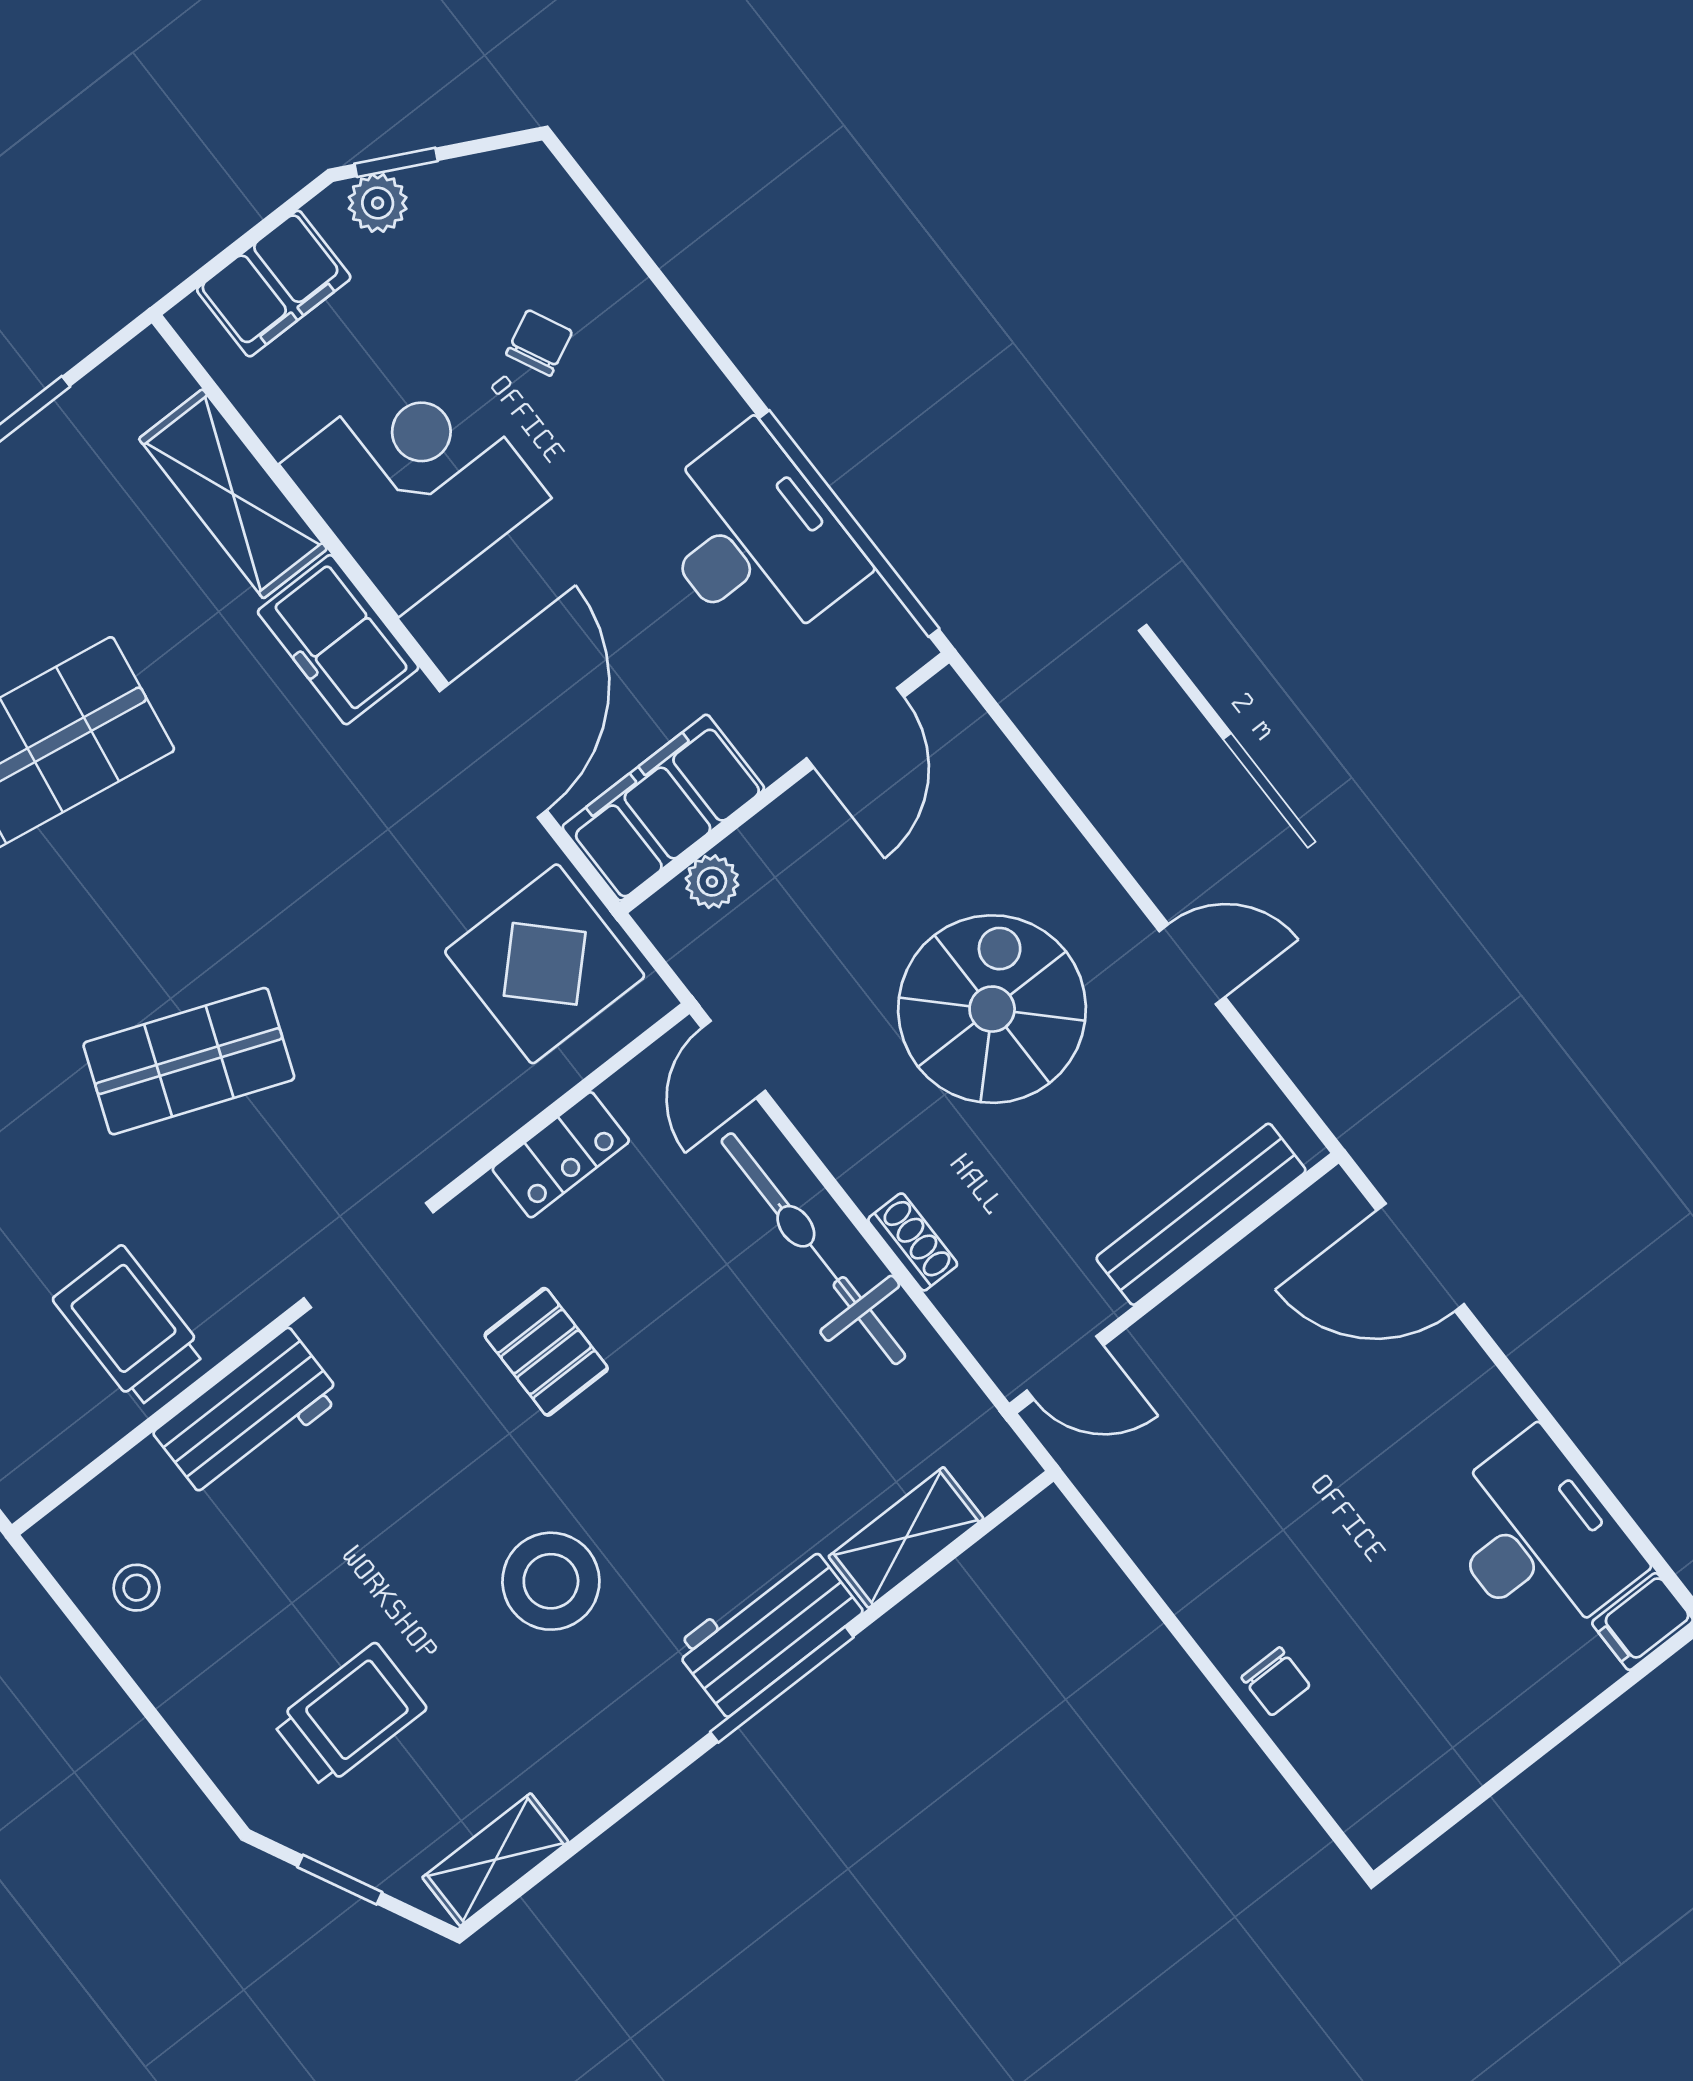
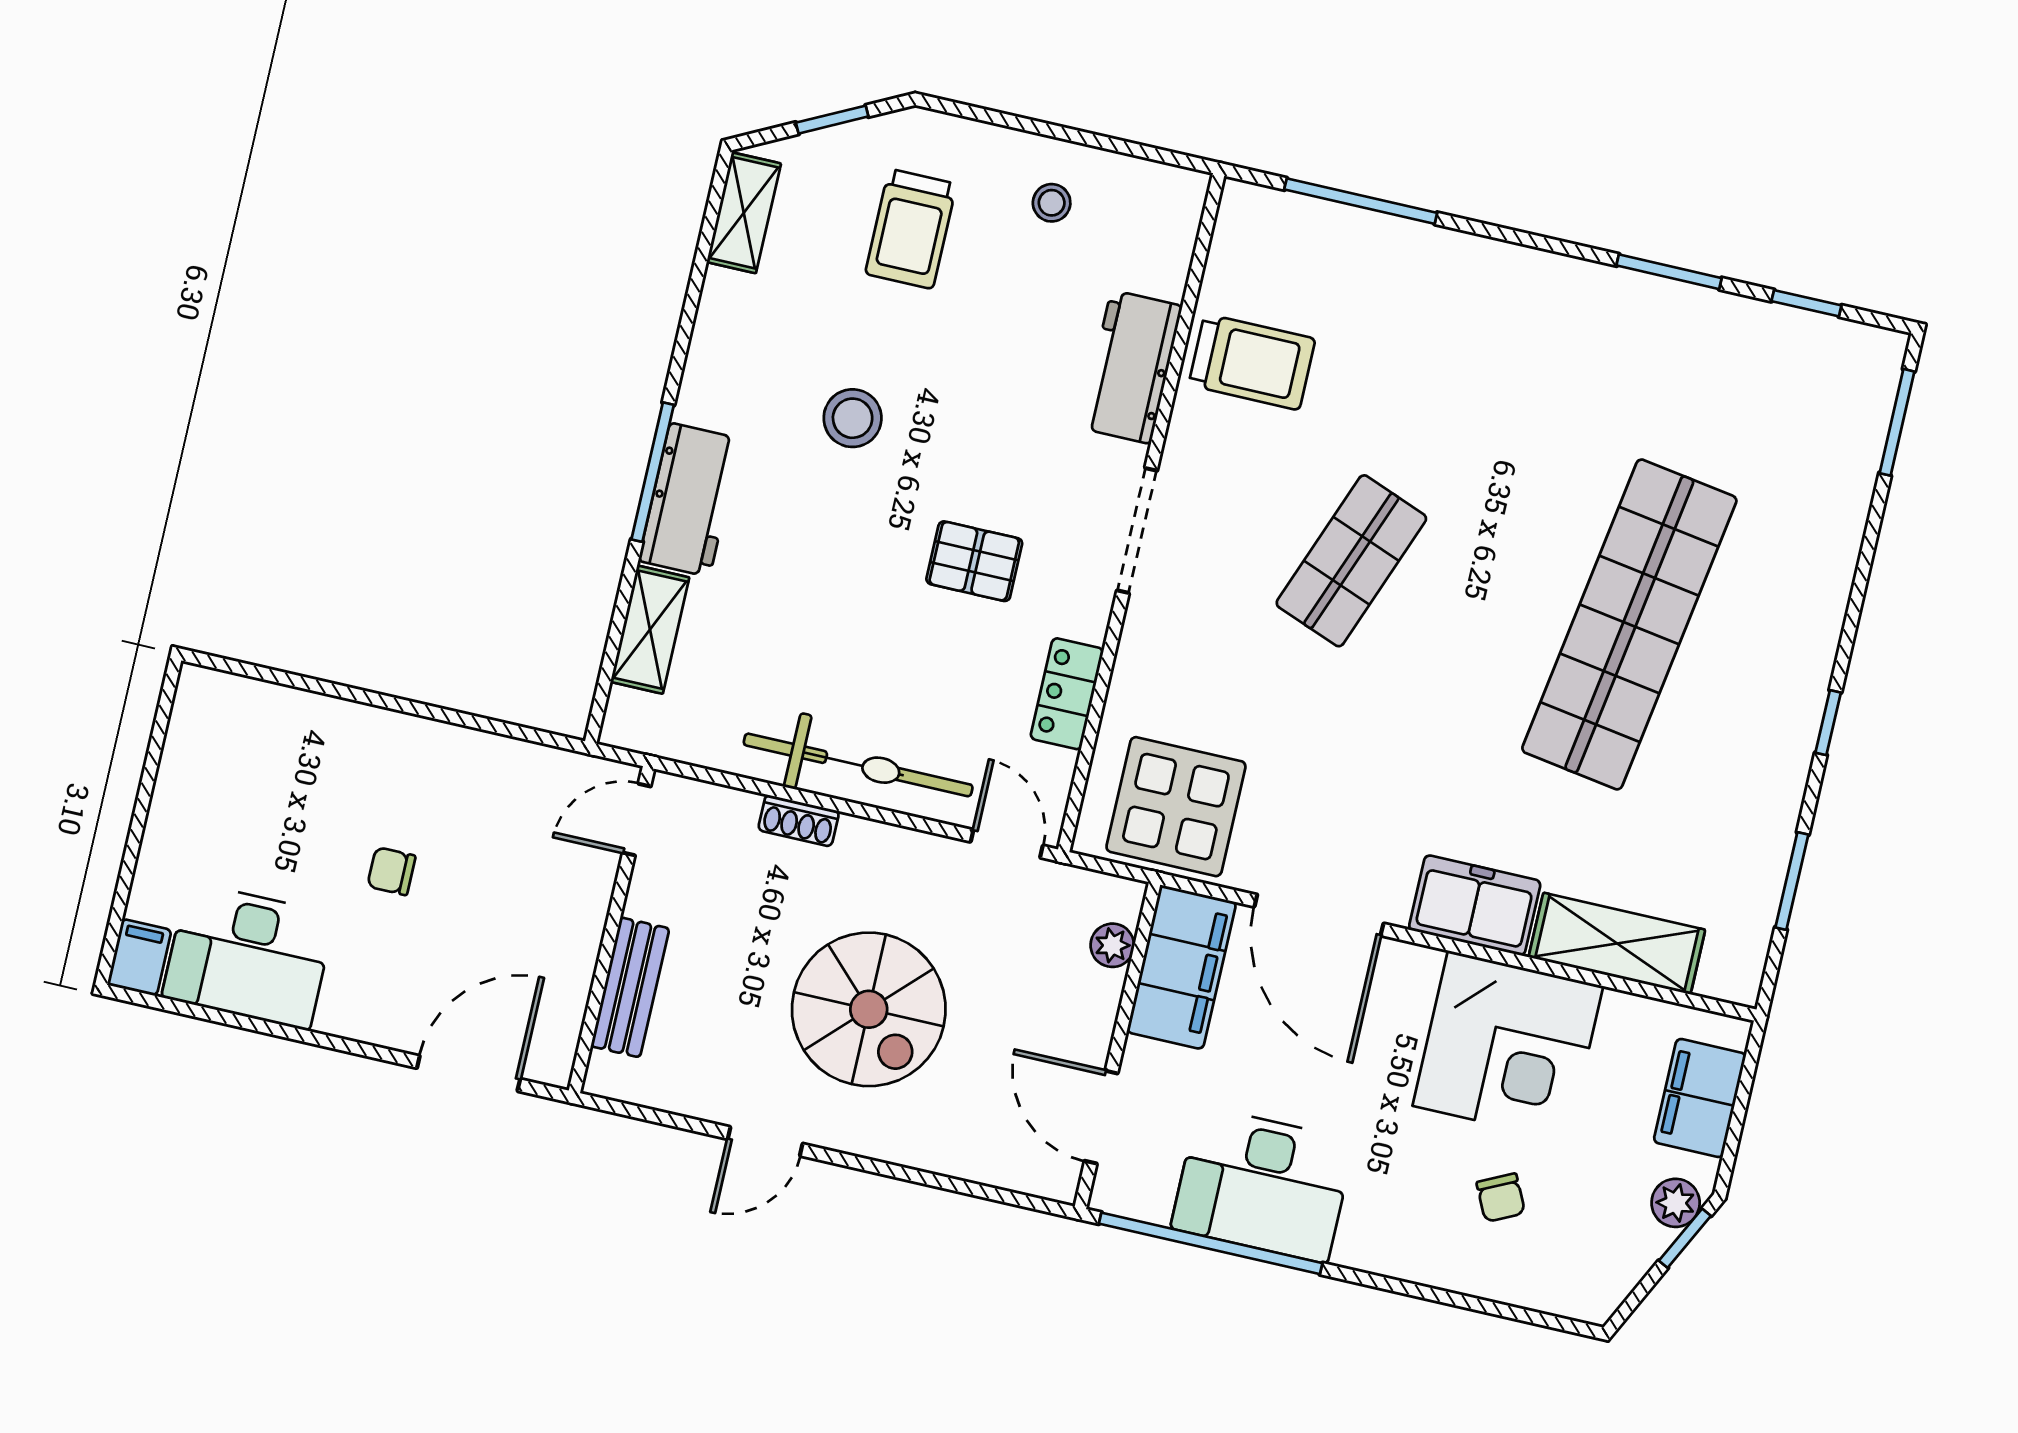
bench: (1201, 1214) -> (630, 987), width x0.73
stool: (551, 1581) -> (853, 418), width x0.73, depth x0.73
stool: (136, 1588) -> (1052, 203), moved
chair: (1276, 1682) -> (391, 871), moved

